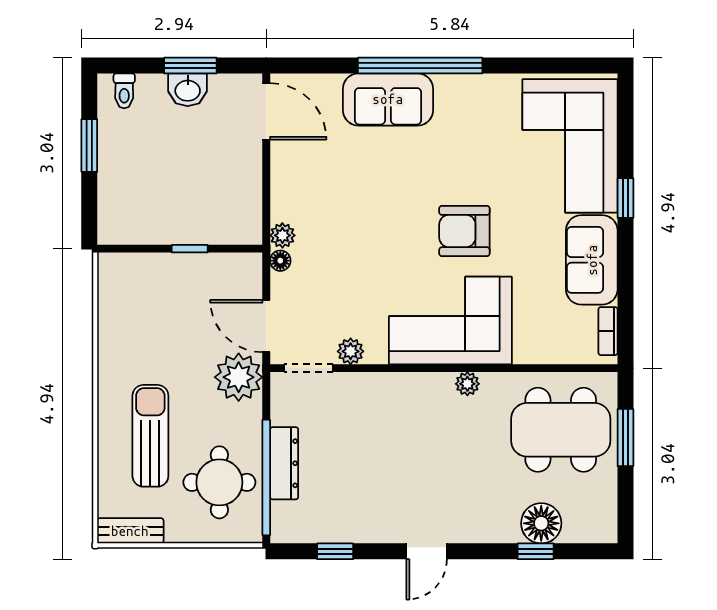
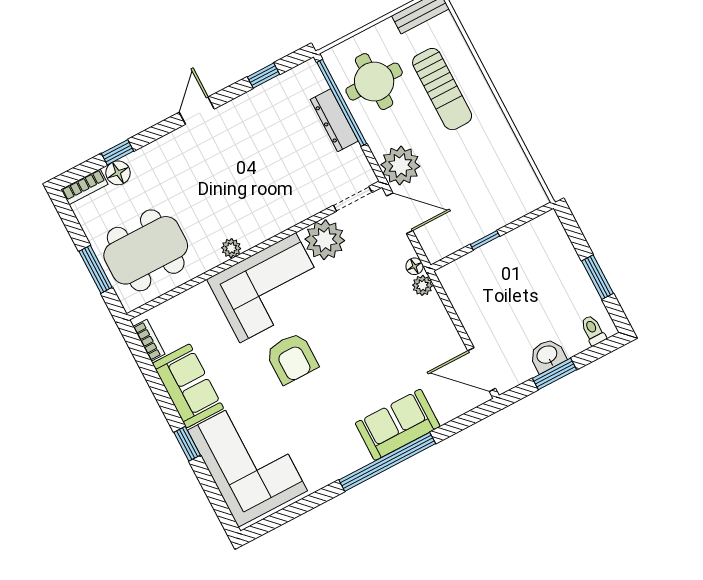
armchair: (464, 231) -> (292, 358), turned 90
plant: (351, 351) -> (325, 240), width x1.88, depth x1.88
floor lamp: (541, 523) -> (118, 173), width x0.73, depth x0.73
bookcase: (591, 533) -> (84, 187), added

